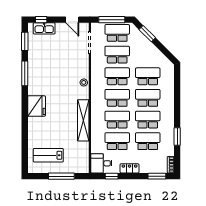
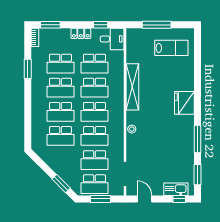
window: (112, 20) -> (101, 199), width x0.69

